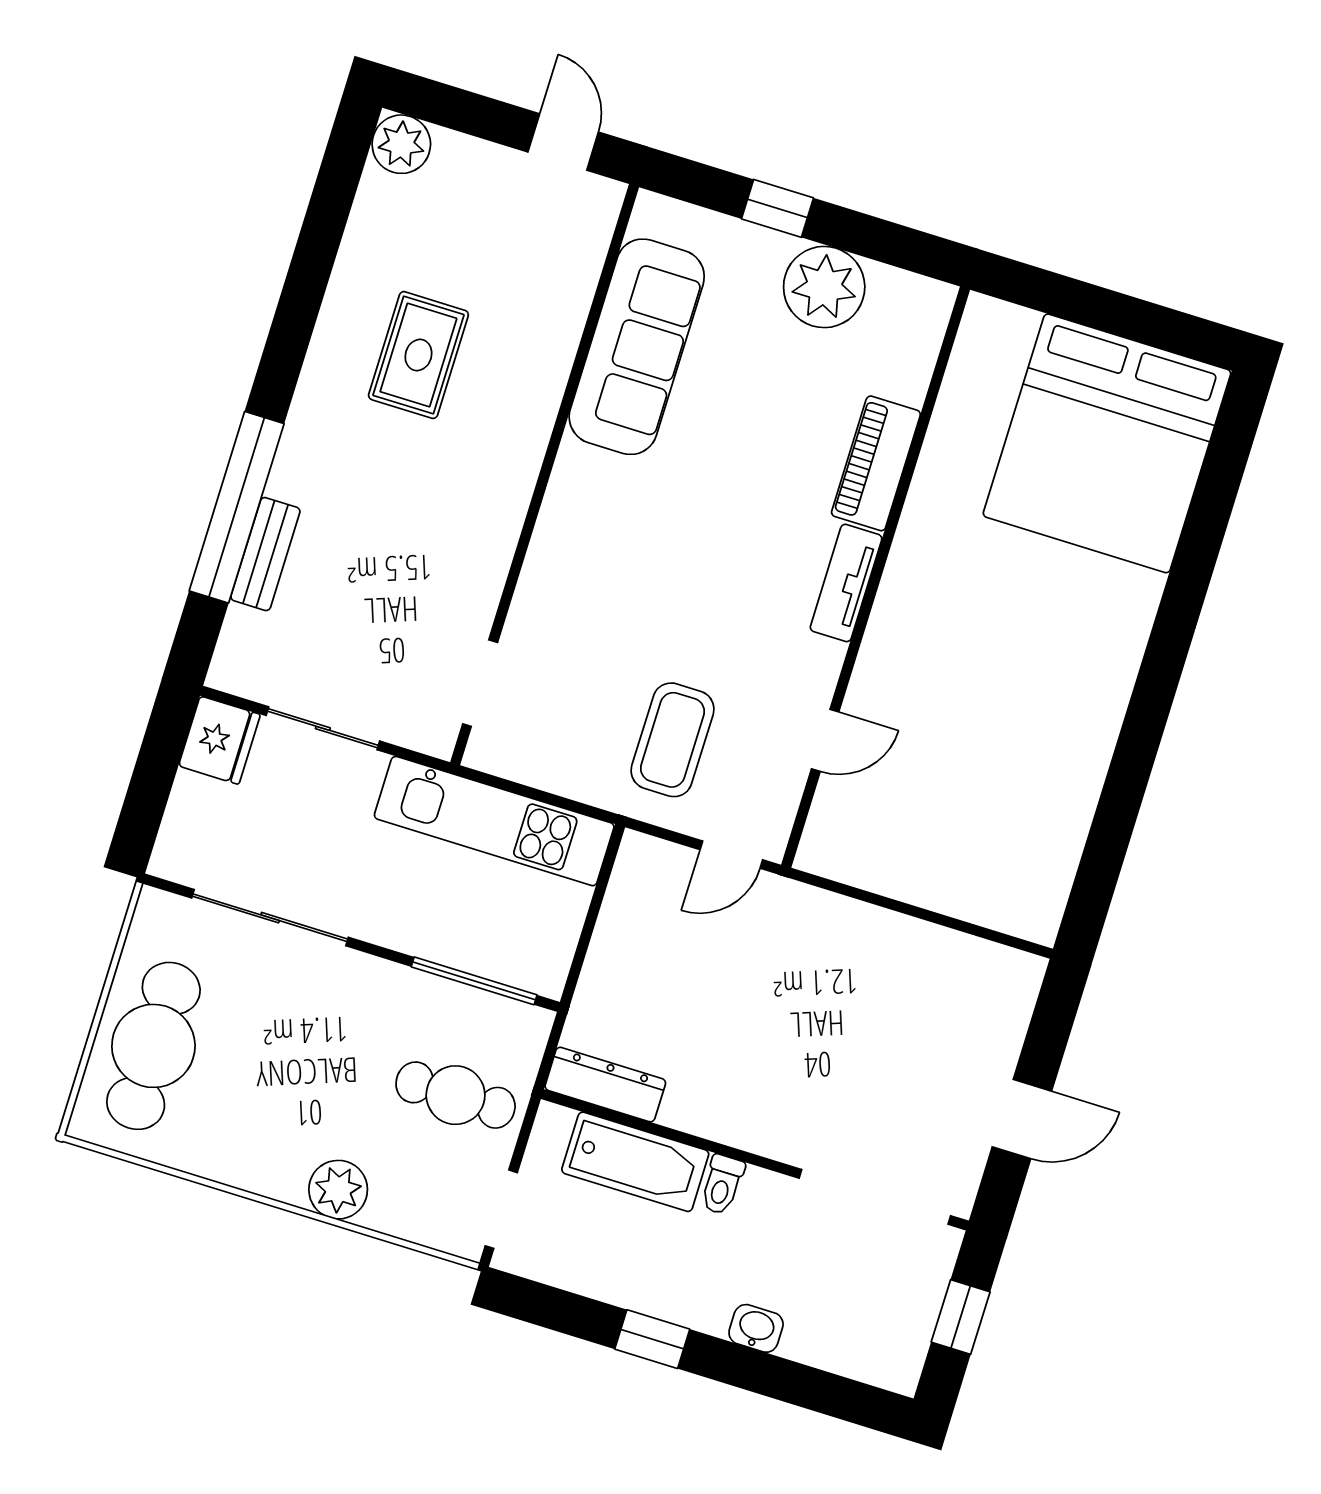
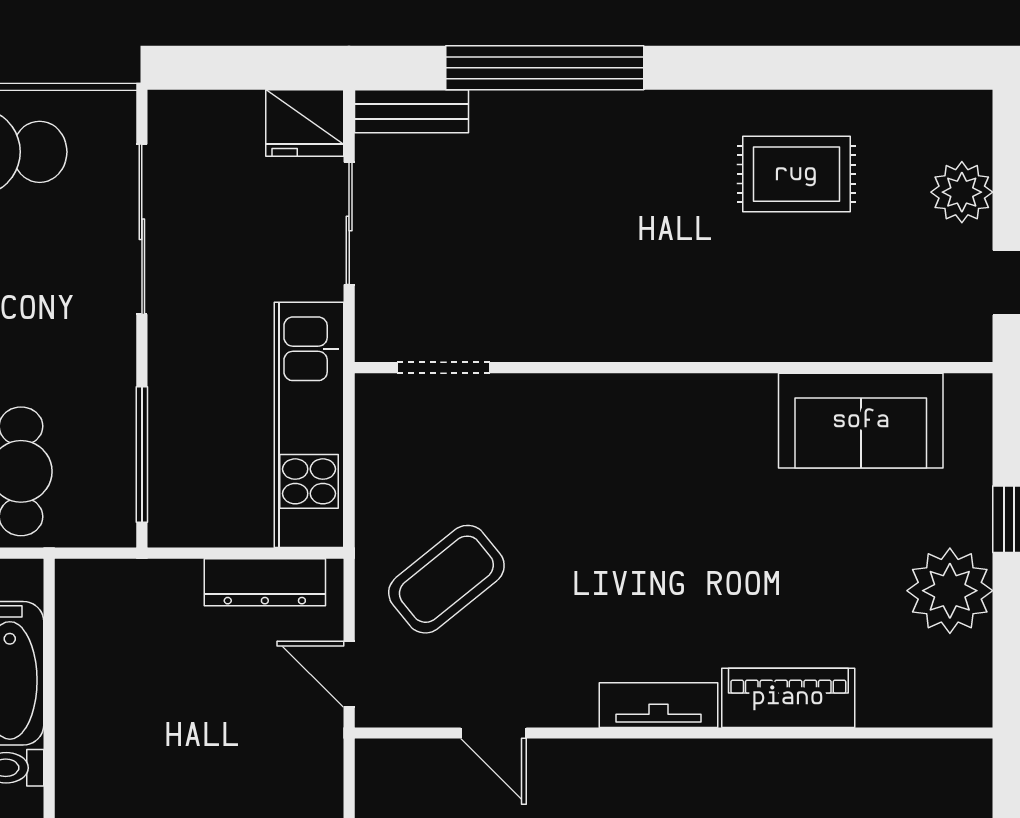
plant: (401, 144) -> (962, 192), moved
sofa: (637, 347) -> (861, 421), width x0.73
rug: (418, 355) -> (796, 174), moved
bench: (265, 554) -> (411, 111), moved
coffee table: (672, 740) -> (446, 579), turned -39
dresser: (605, 1085) -> (265, 582), moved, turned 90

